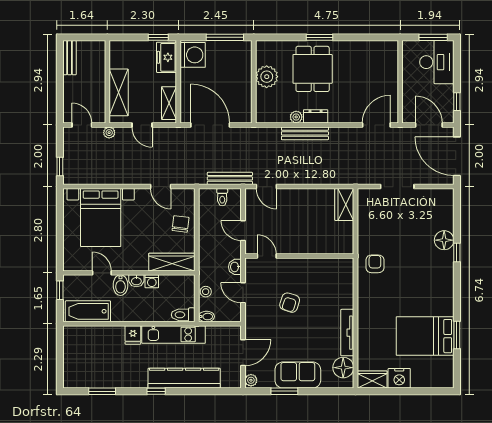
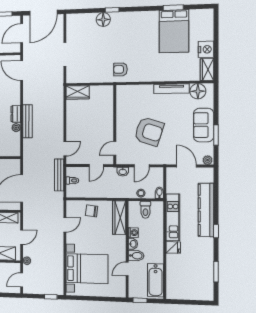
armchair: (290, 303) -> (149, 131), width x1.88, depth x1.88
toilet: (183, 315) -> (145, 210), moved

